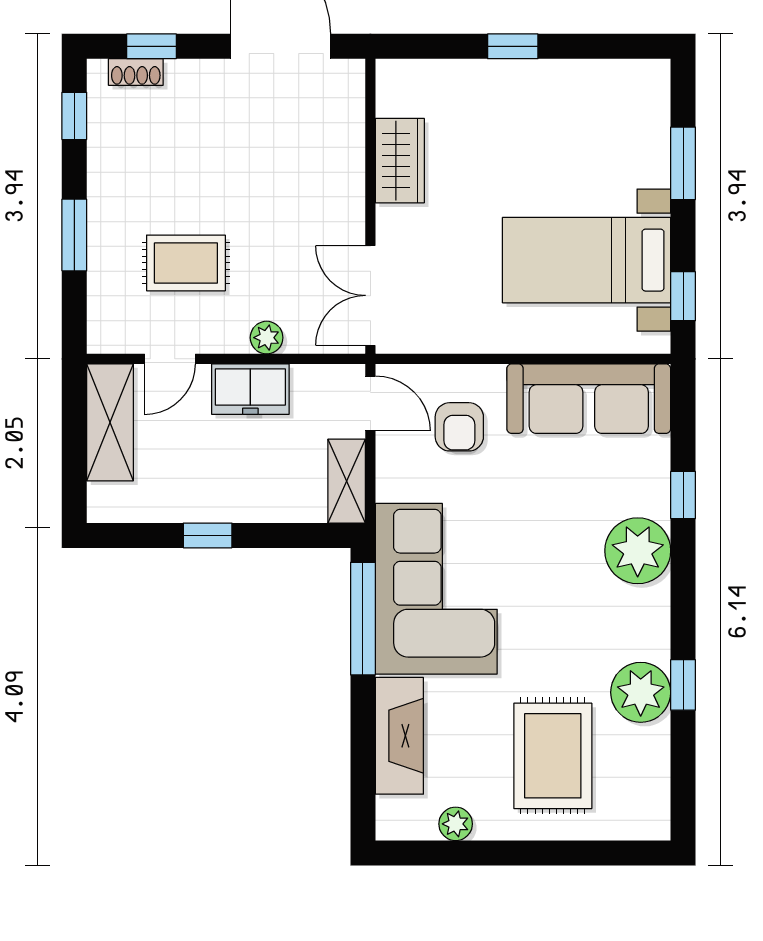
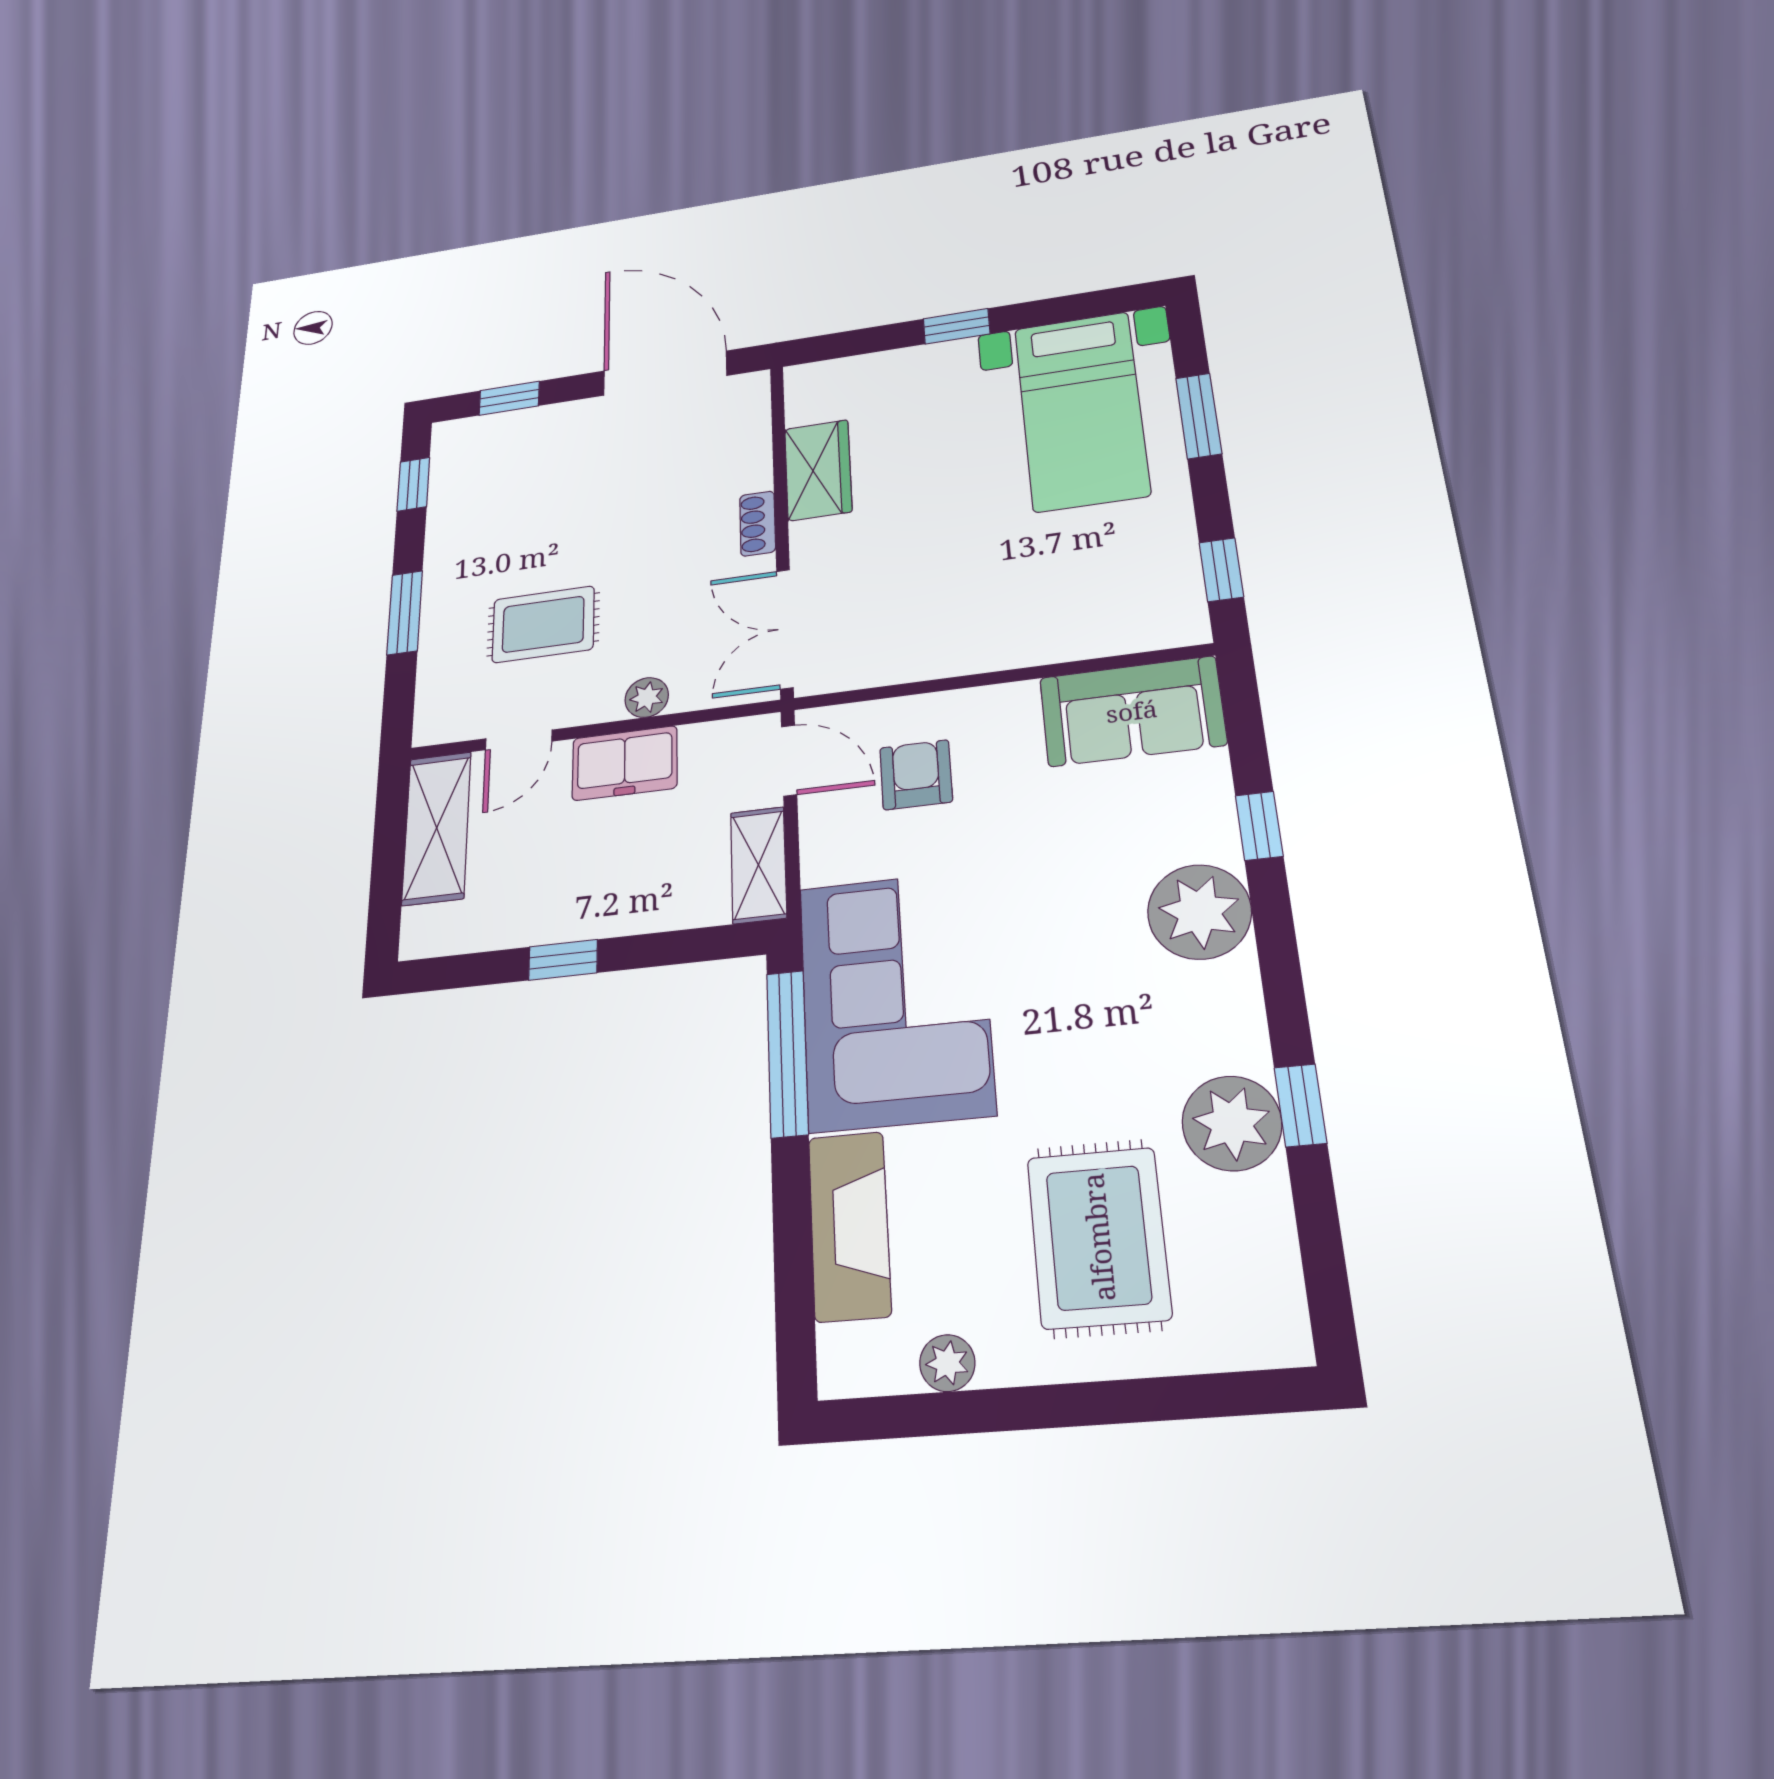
shoe rack: (136, 72) -> (758, 524), moved, turned 90
bed with nightstands: (587, 260) -> (1081, 410), moved, turned -90
sofa: (589, 399) -> (1132, 711), width x0.73
armchair: (459, 427) -> (916, 775), turned 180

